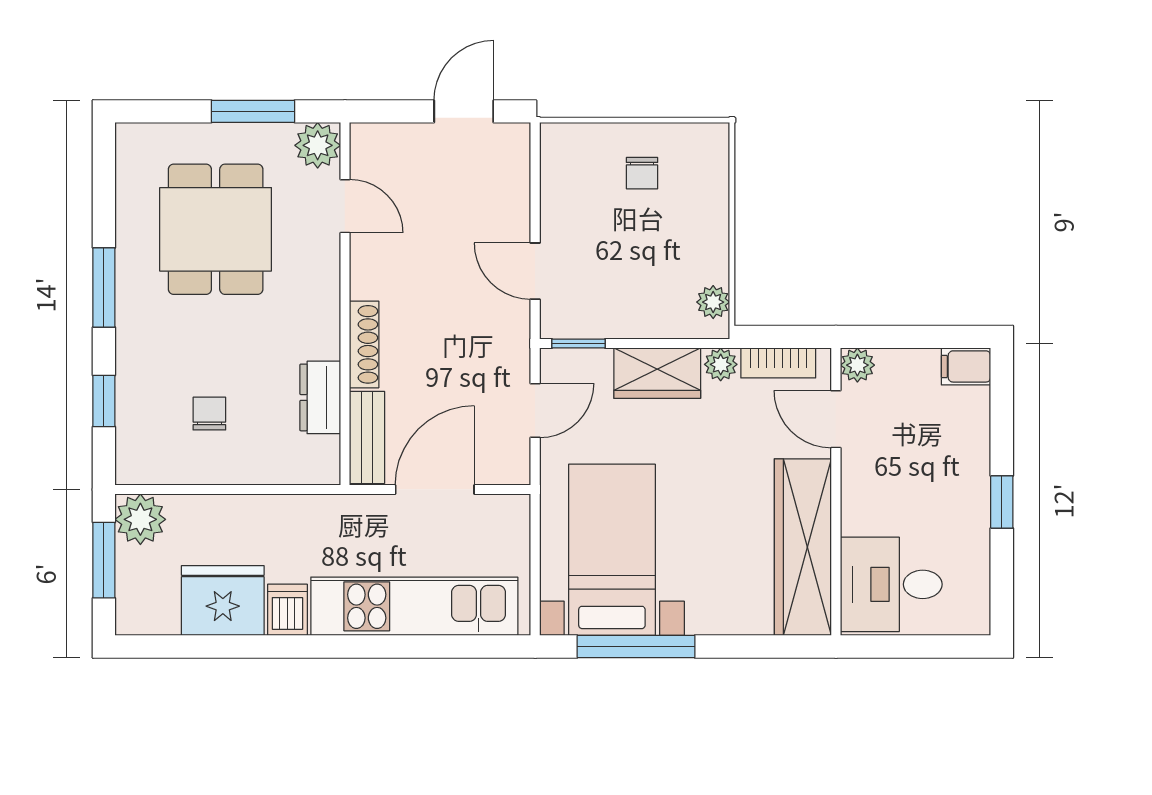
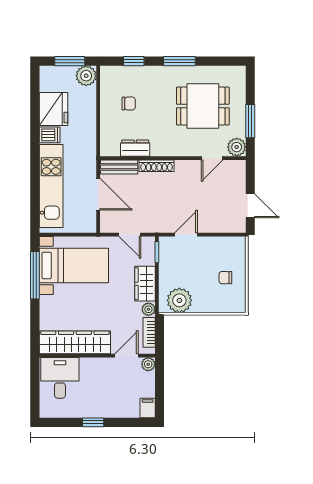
plant: (713, 302) -> (179, 300), width x1.88, depth x1.88

